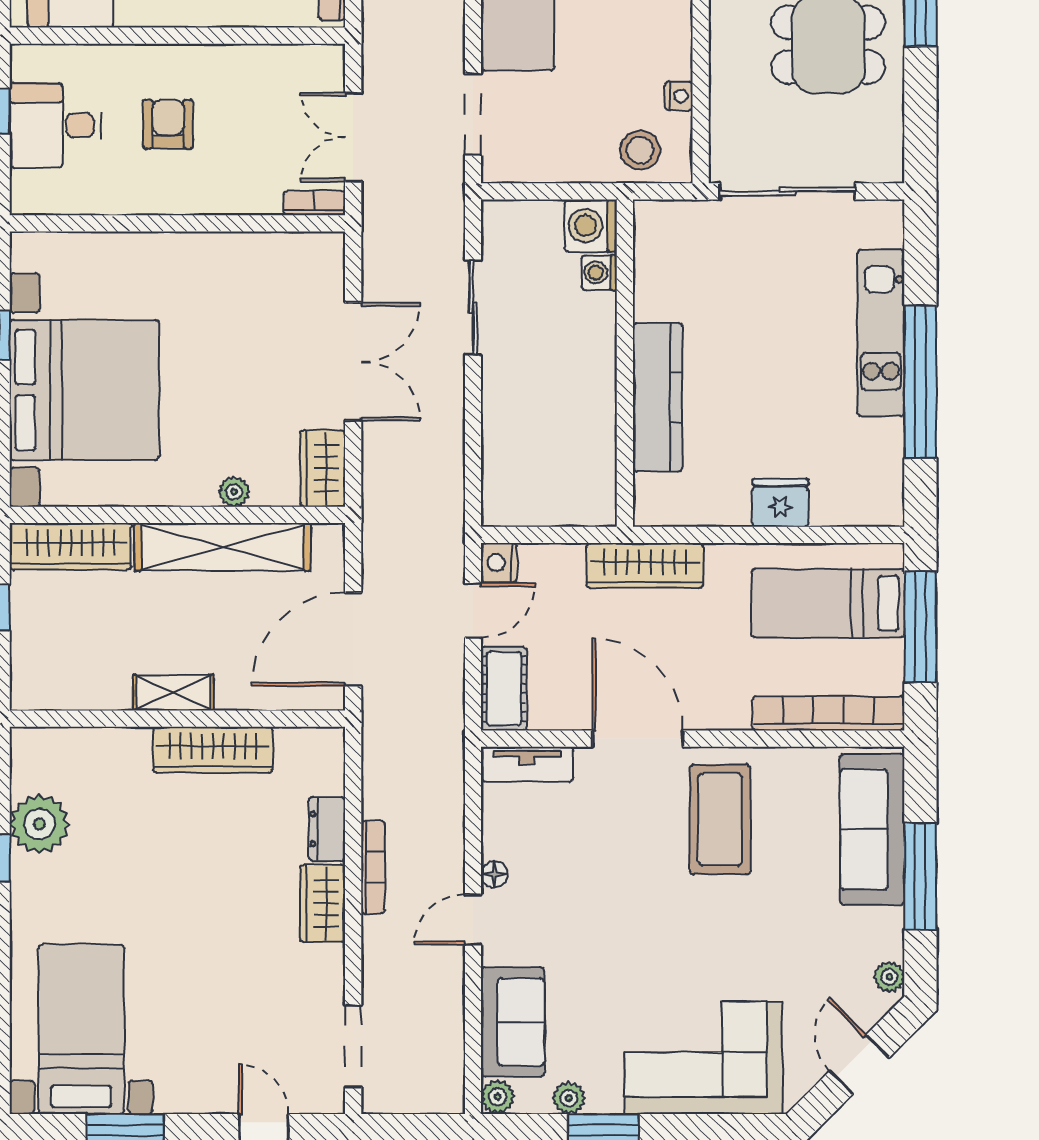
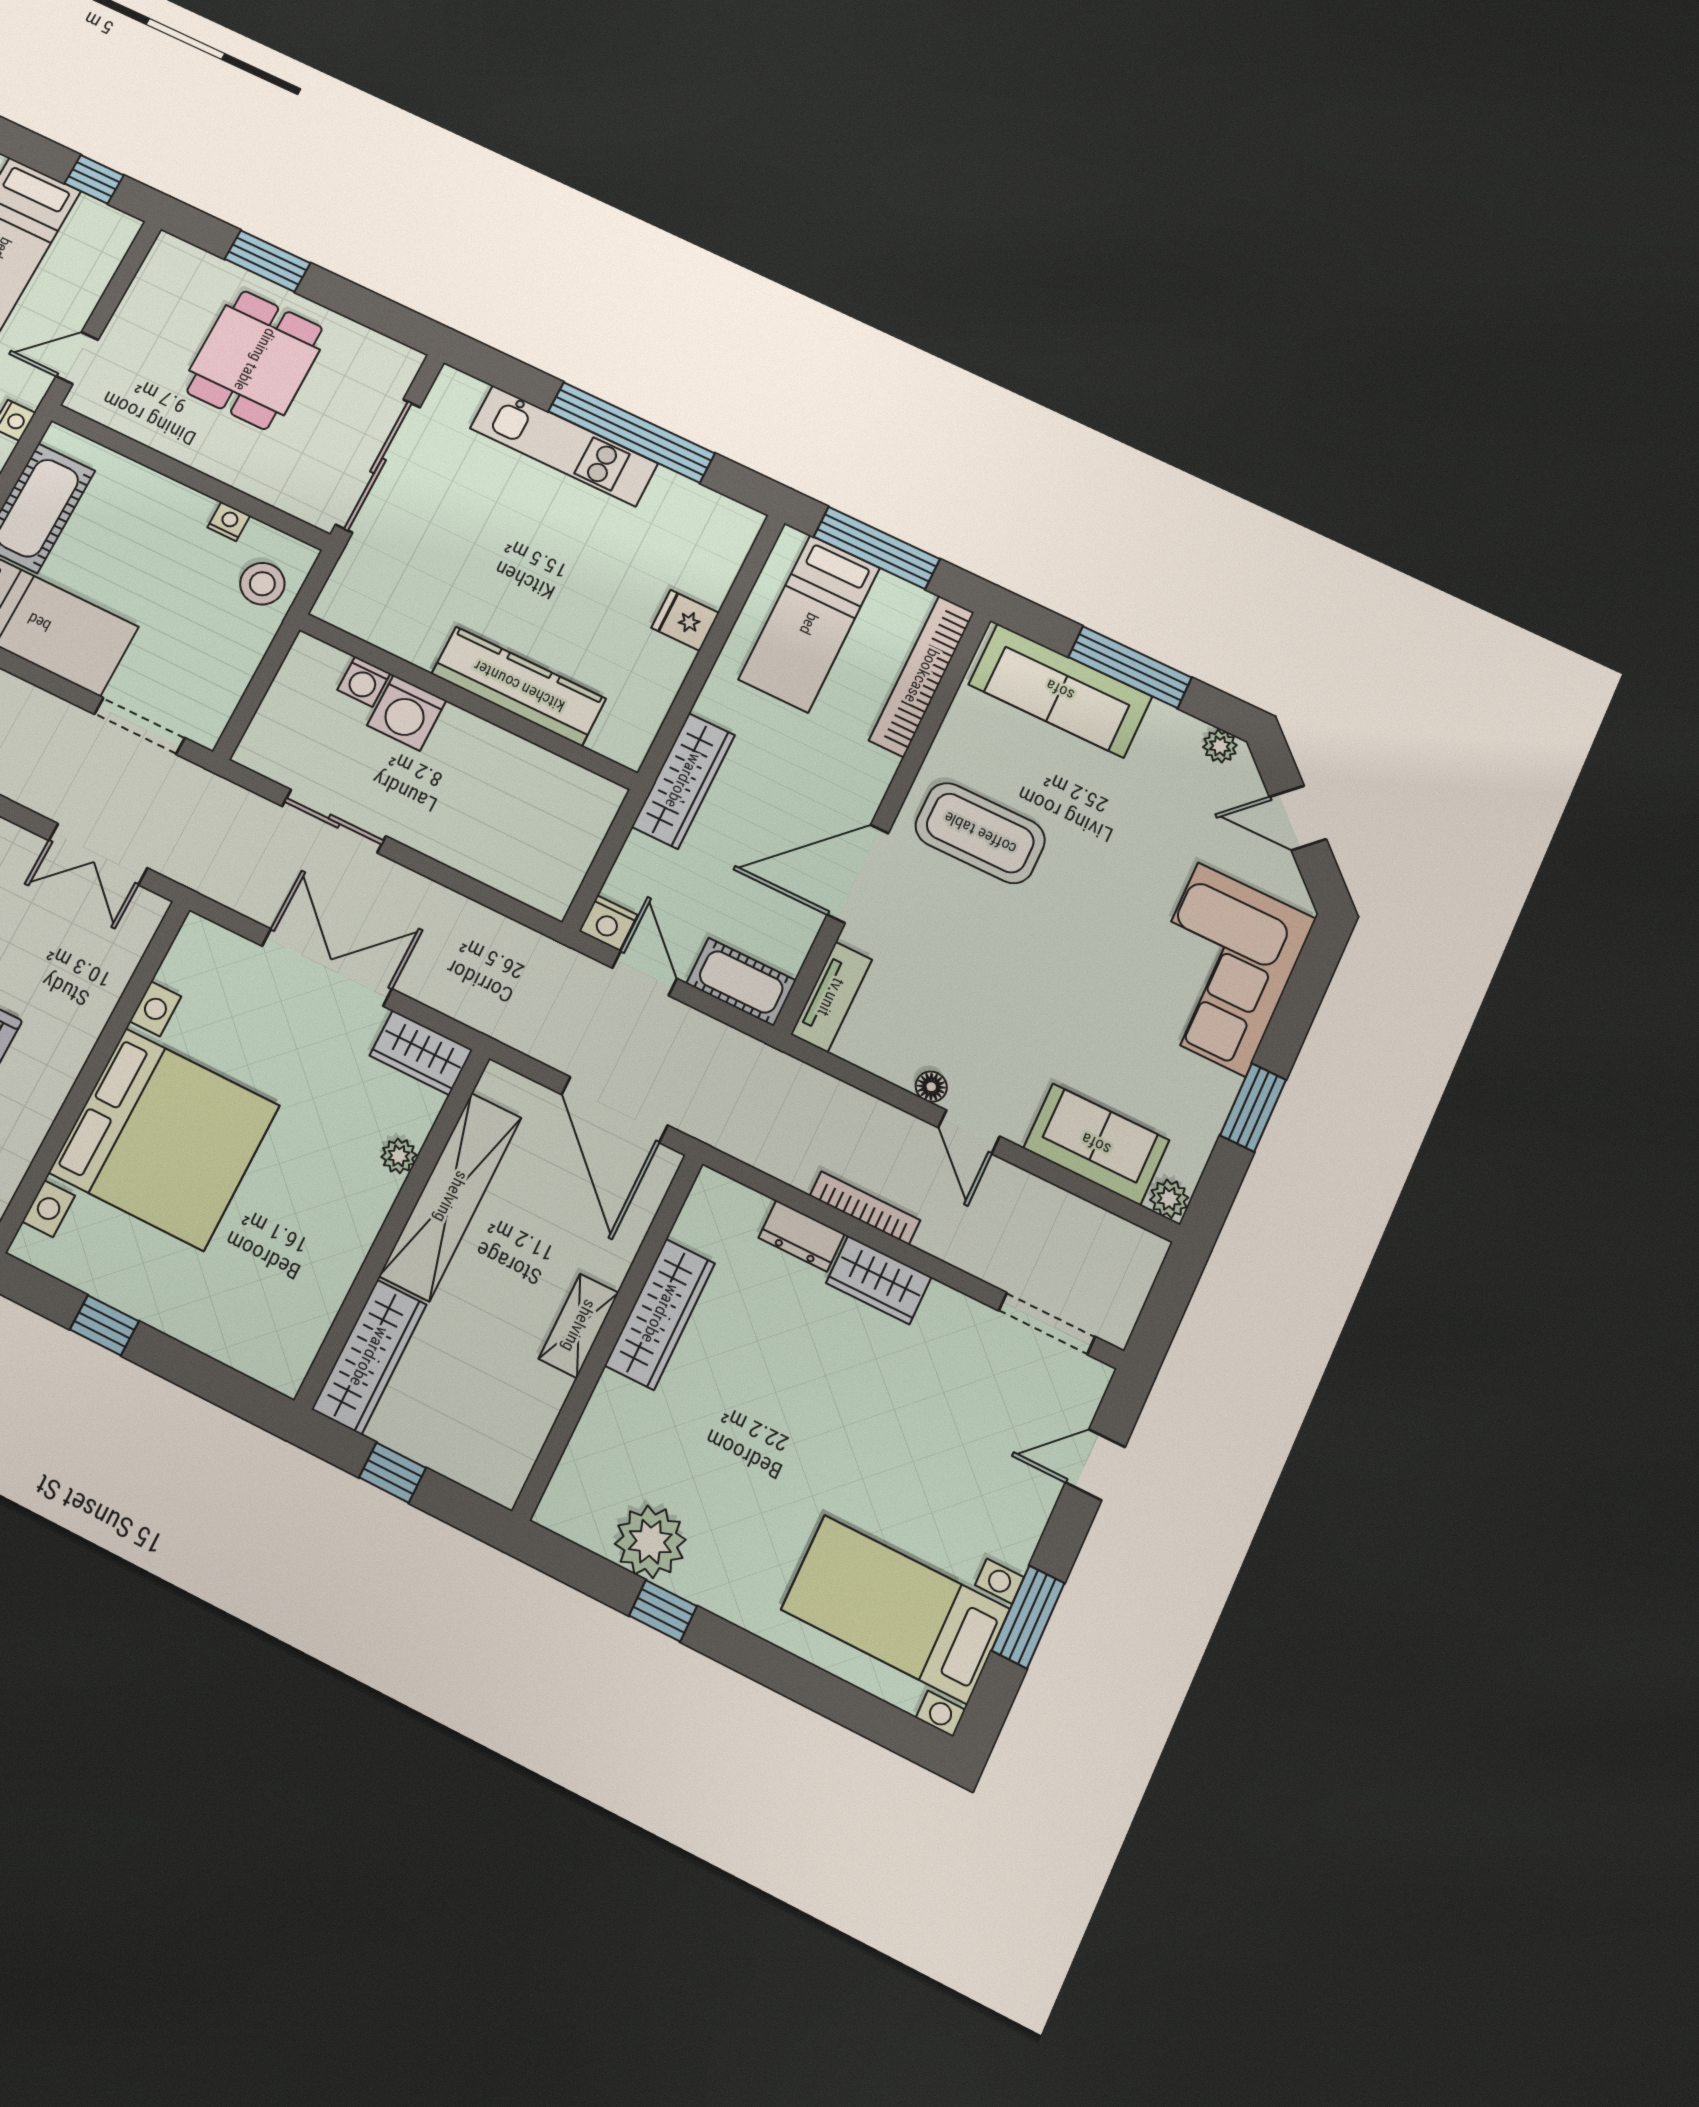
bookcase: (314, 203) -> (144, 926), removed
washing machine: (591, 226) -> (407, 713), moved
bed with nightstands: (84, 390) -> (164, 1139), moved, turned 90
fridge: (780, 503) -> (685, 620), width x0.72
plant: (569, 1098) -> (1203, 1126), removed

